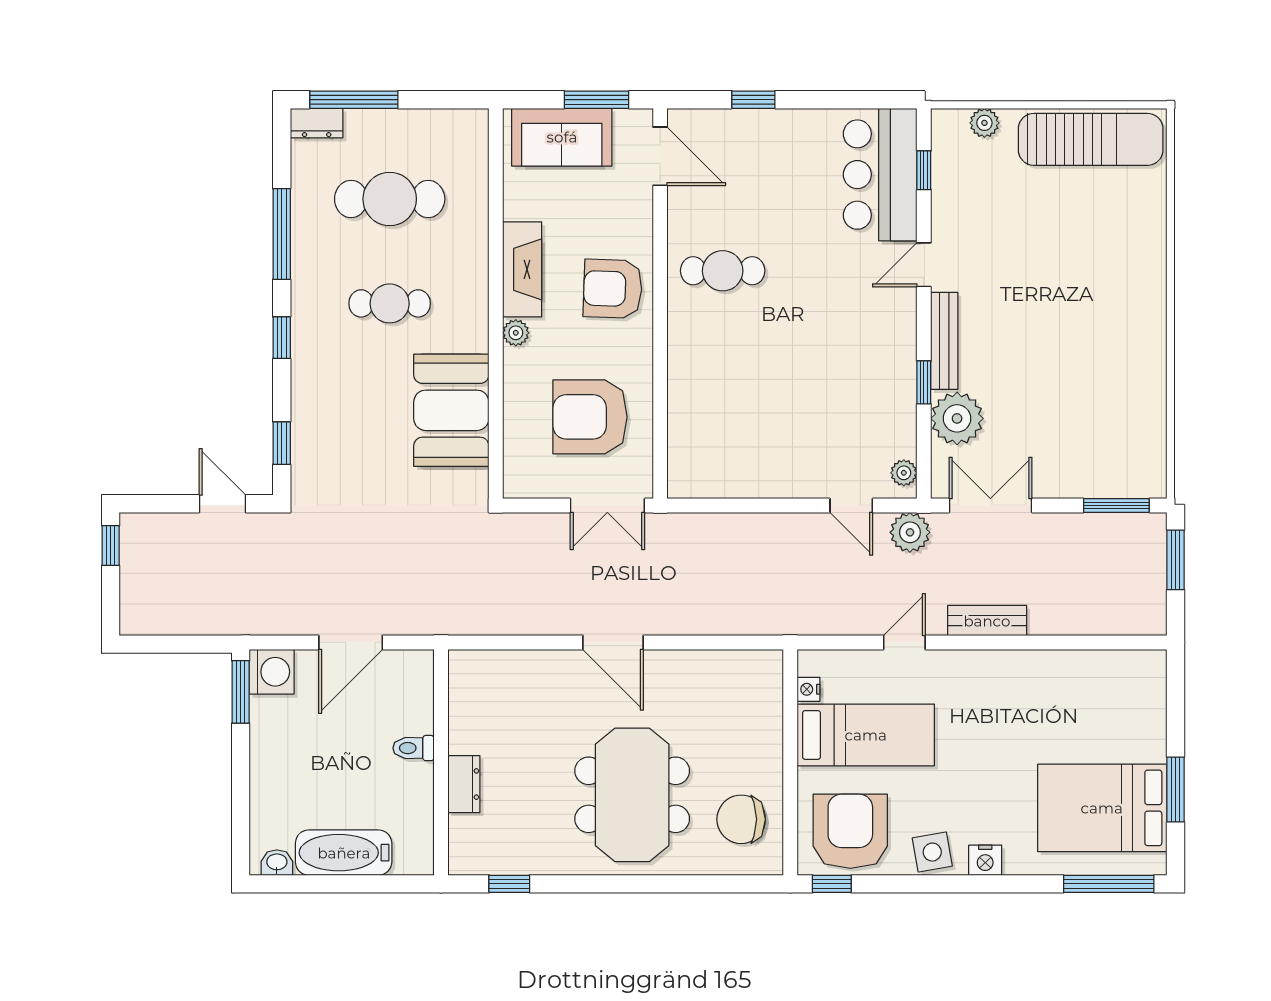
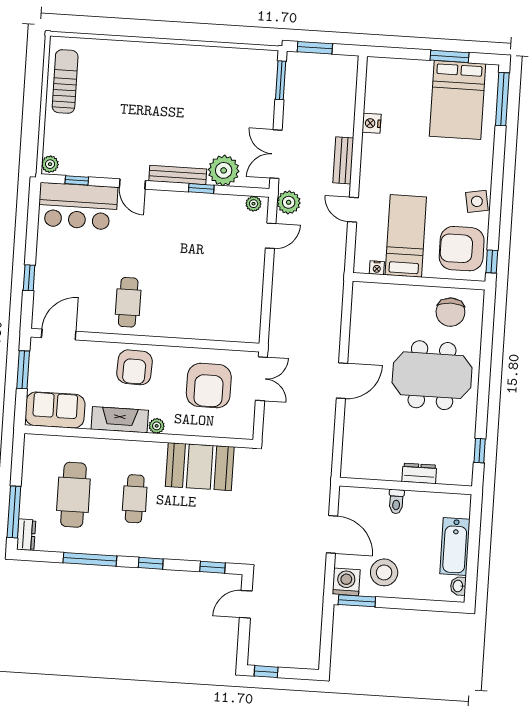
plant: (984, 123) -> (50, 164), moved
sofa: (562, 137) -> (55, 410), moved, turned -90
sun lounger: (1091, 139) -> (65, 81), width x0.73, depth x0.75
stool: (292, 735) -> (384, 572), added
nightstand: (985, 860) -> (372, 123), moved, turned 180

